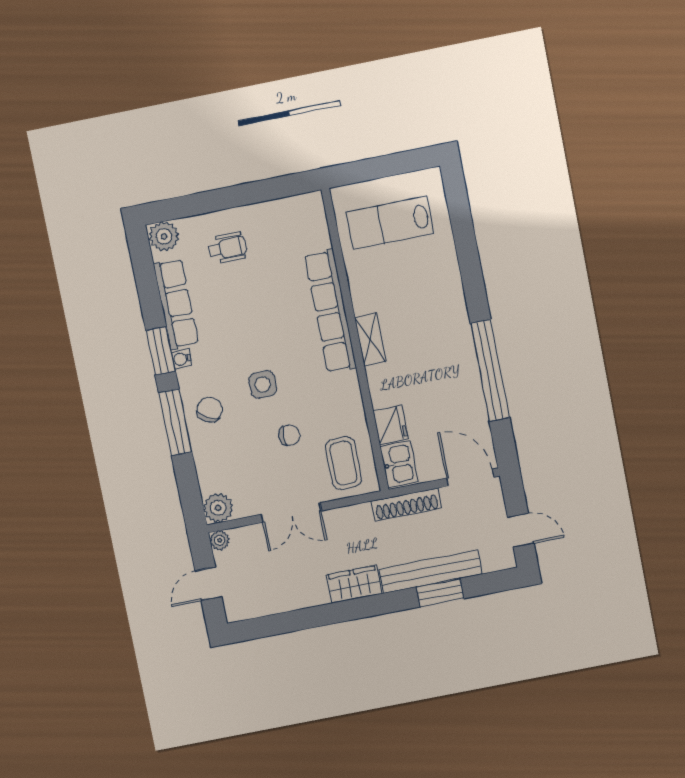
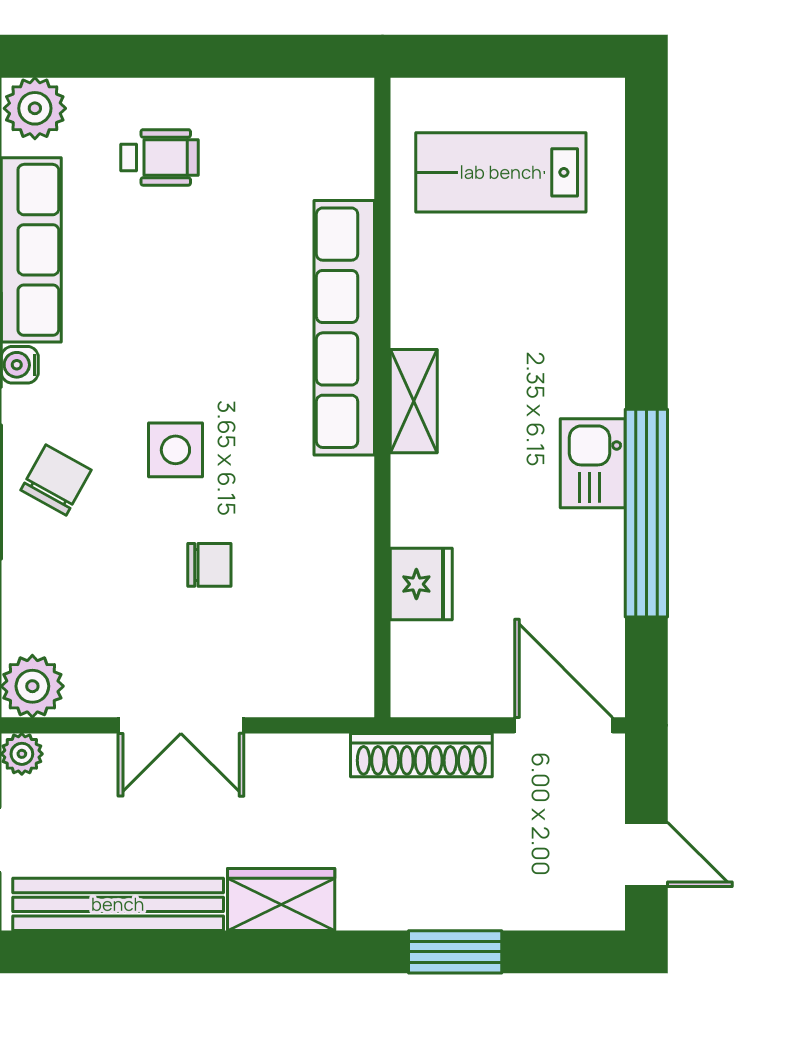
coffee table: (343, 463) -> (309, 644), removed
kitchen sink: (399, 464) -> (593, 463), moved, turned 180
bench: (431, 572) -> (118, 904), moved

